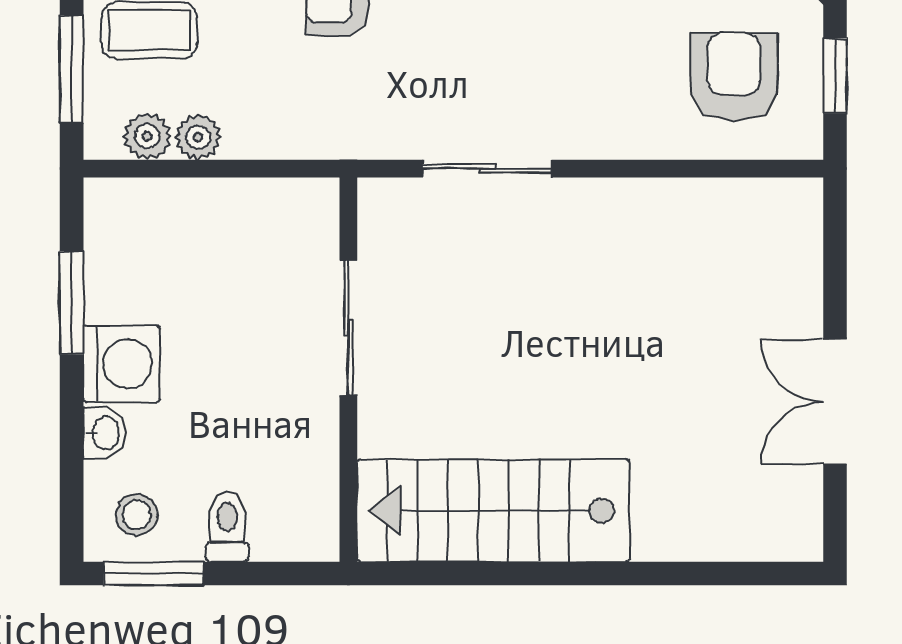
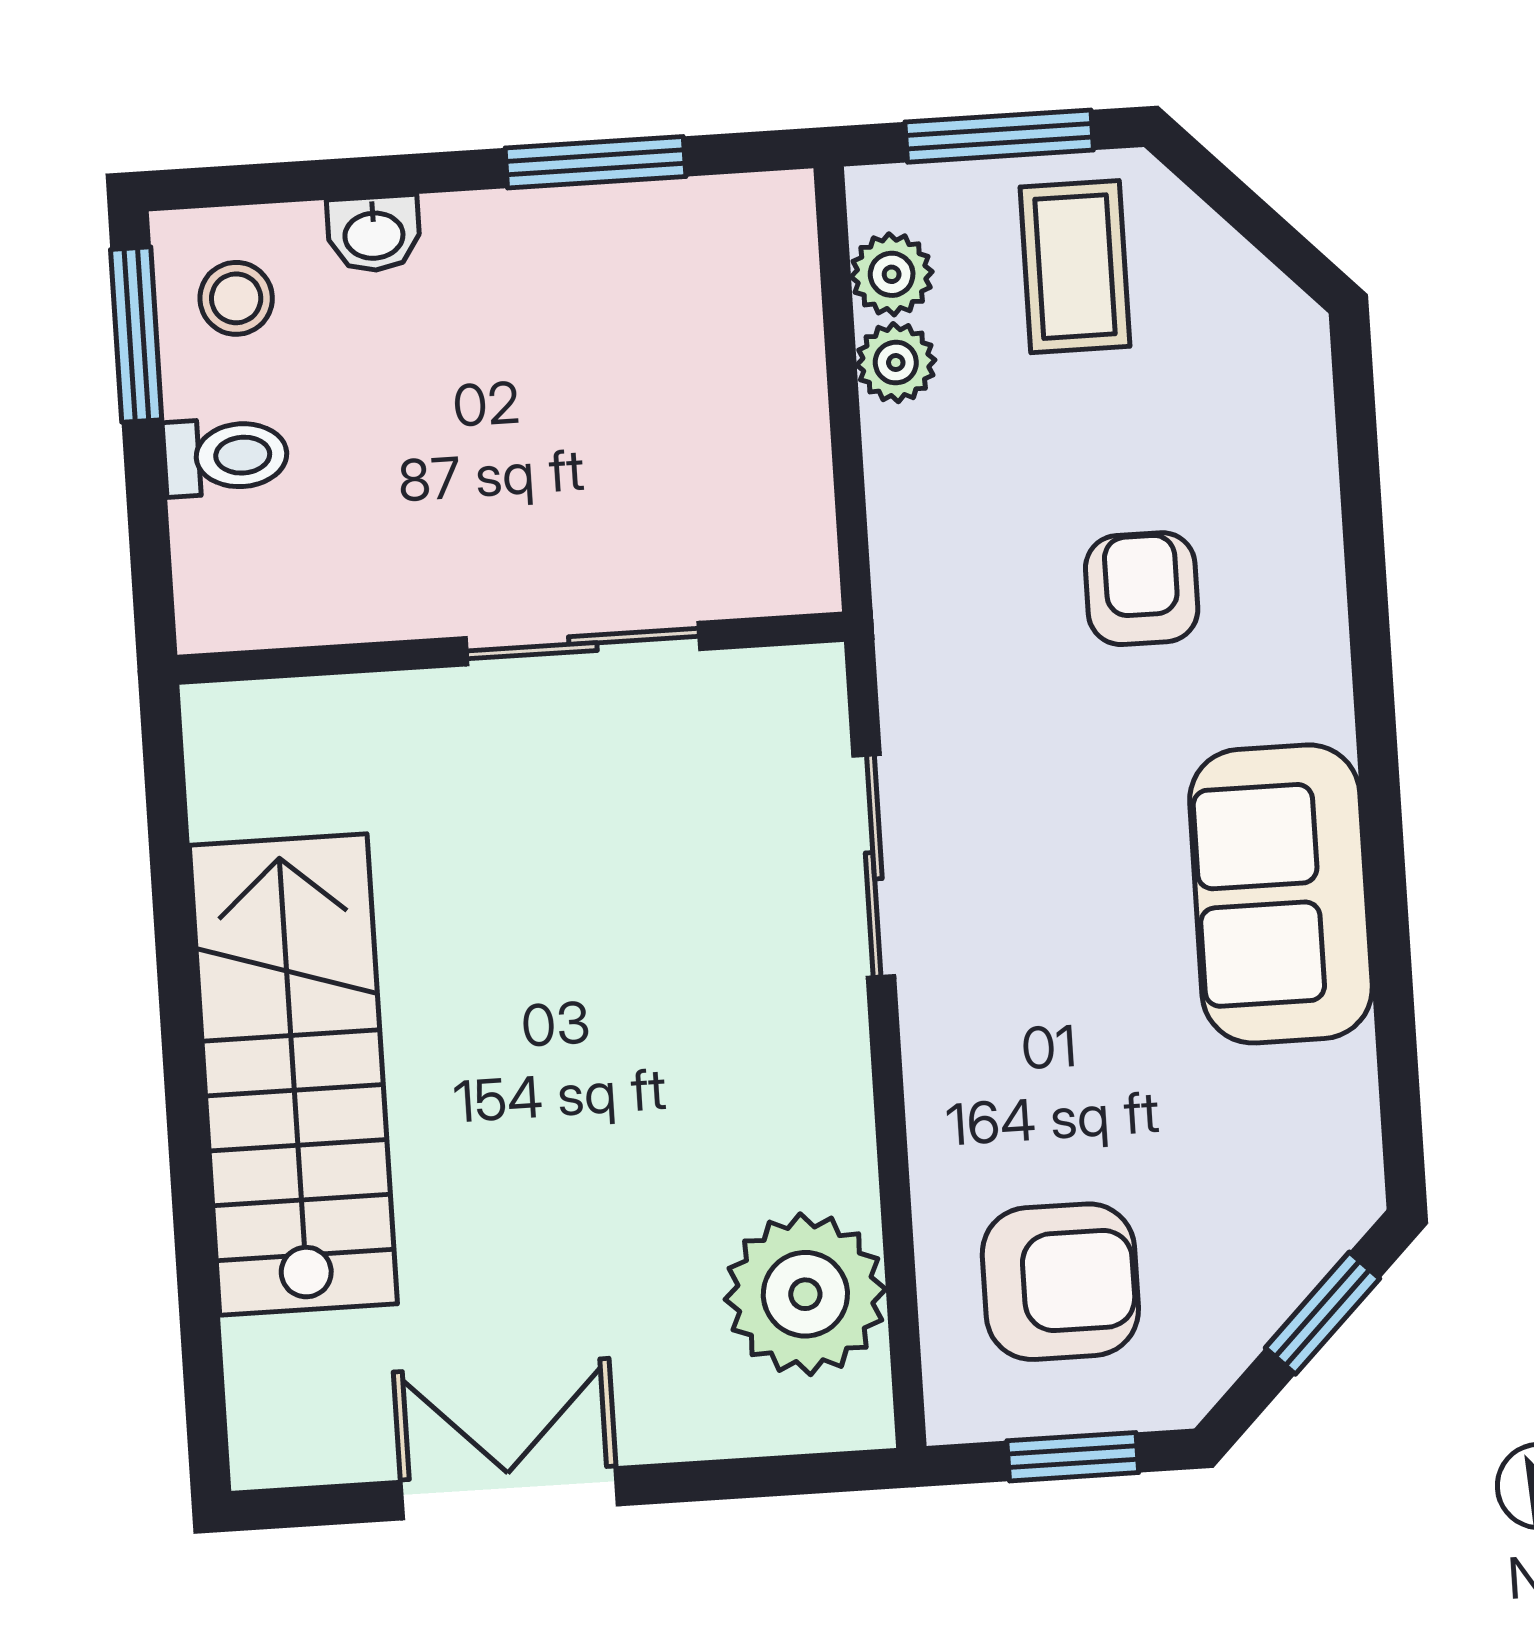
plant: (731, 224) -> (805, 1294), added
washing machine: (122, 364) -> (495, 255), removed
stairs: (493, 511) -> (293, 1075), moved

